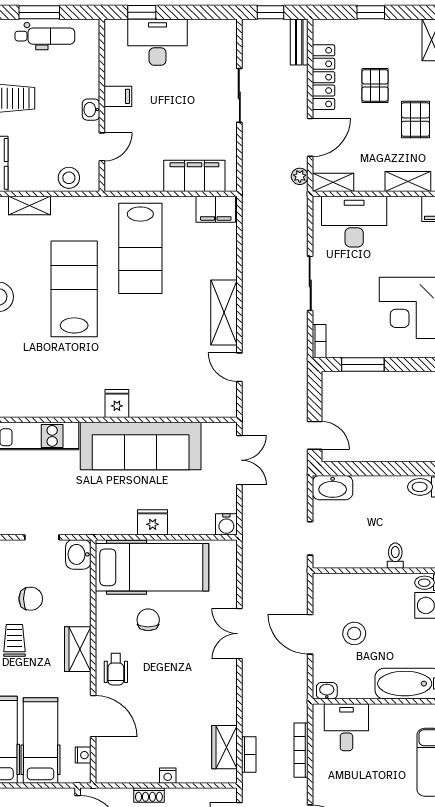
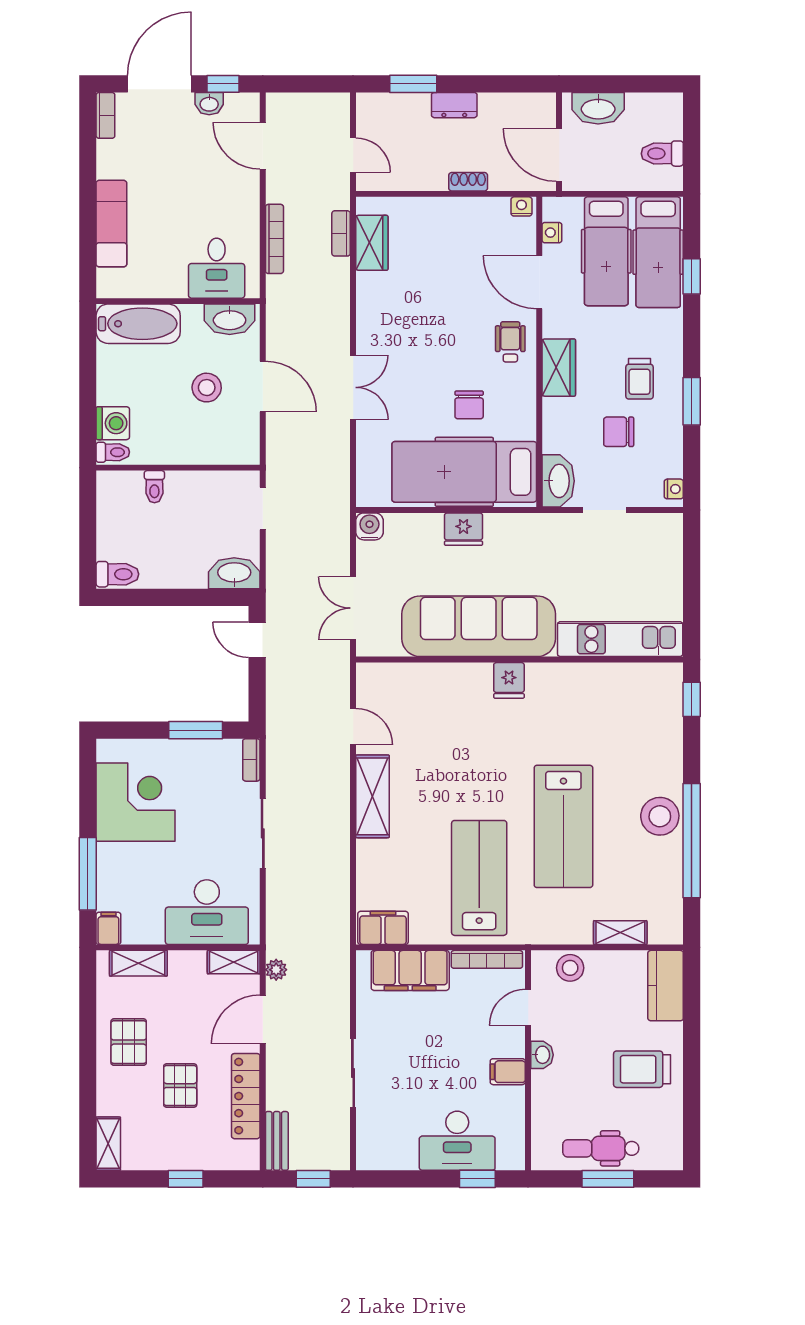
bookcase: (134, 185) -> (487, 959), added
washbasin: (78, 554) -> (558, 481), width x1.38
washbasin: (327, 691) -> (230, 319), width x1.91, depth x1.45
nightstand: (168, 776) -> (521, 206), moved

